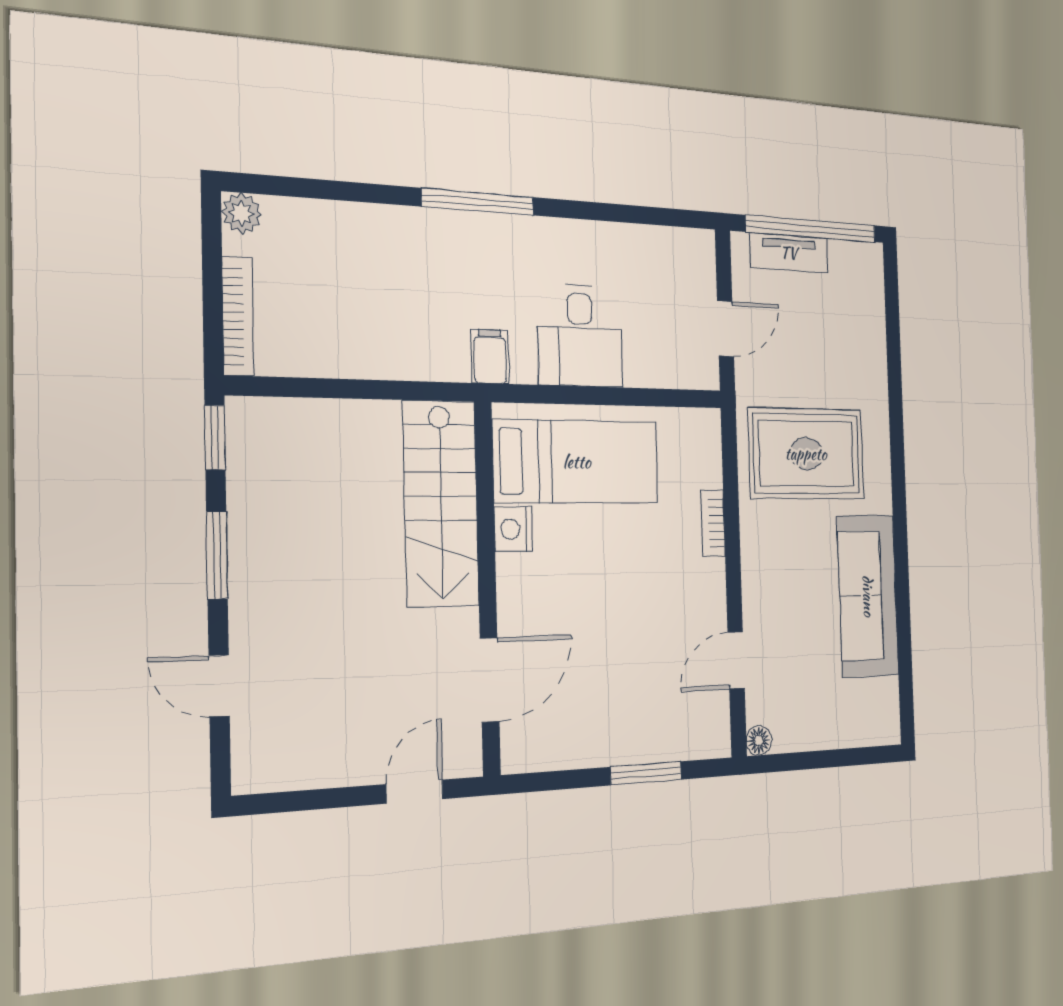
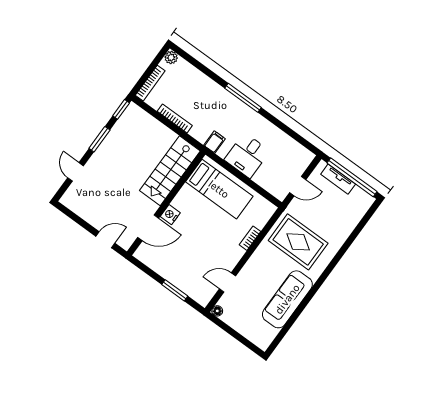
bookcase: (361, 365) -> (175, 118), added
nightstand: (513, 529) -> (170, 215), moved

